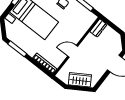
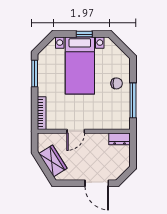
door: (73, 51) -> (76, 131), swing flipped

